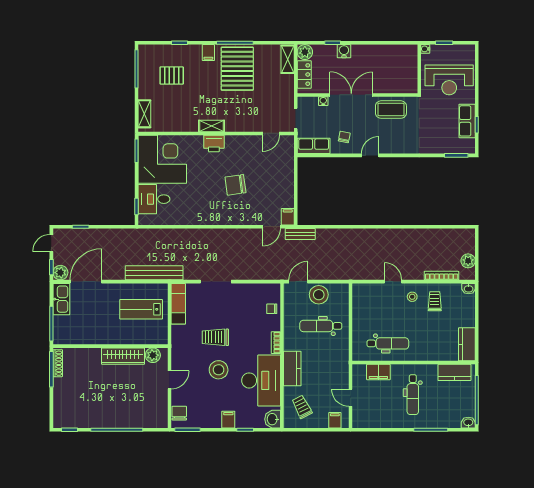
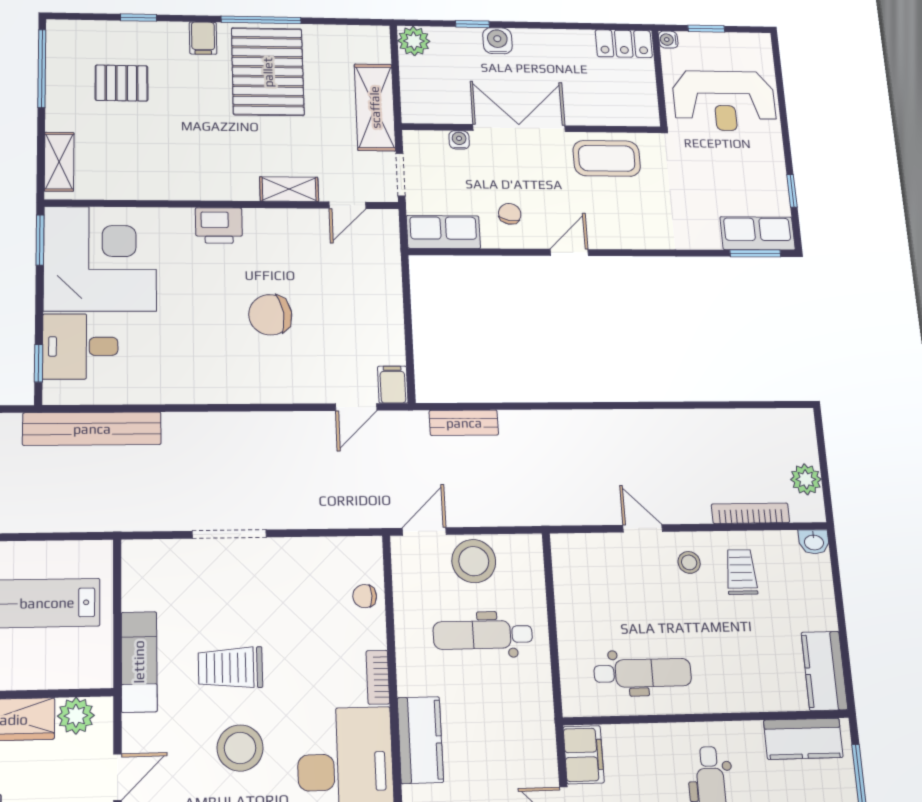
shelving: (288, 59) -> (375, 107), moved, width x1.50, depth x1.33
locker: (304, 75) -> (624, 44), moved, turned 90
row of seats: (467, 121) -> (758, 233), moved, turned 90
shelving: (211, 126) -> (289, 189), moved
bench: (300, 234) -> (464, 423), moved
bench: (154, 273) -> (92, 429), moved
exam couch: (178, 304) -> (139, 662), moved
filing cabinet: (378, 372) -> (584, 755), moved, turned -90

